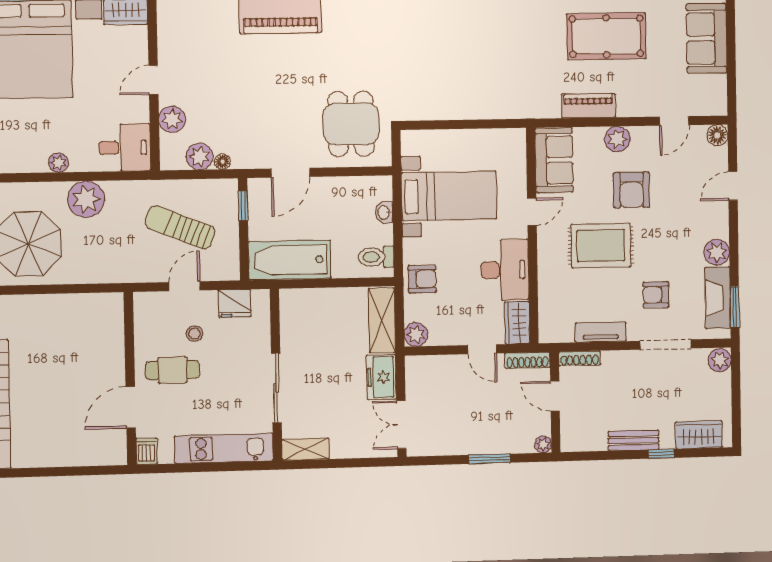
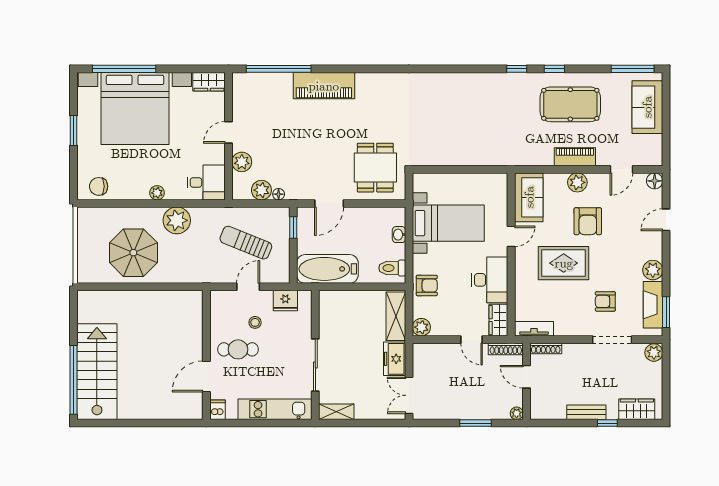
piano: (588, 106) -> (575, 157), moved
tv unit: (601, 332) -> (534, 329), moved

